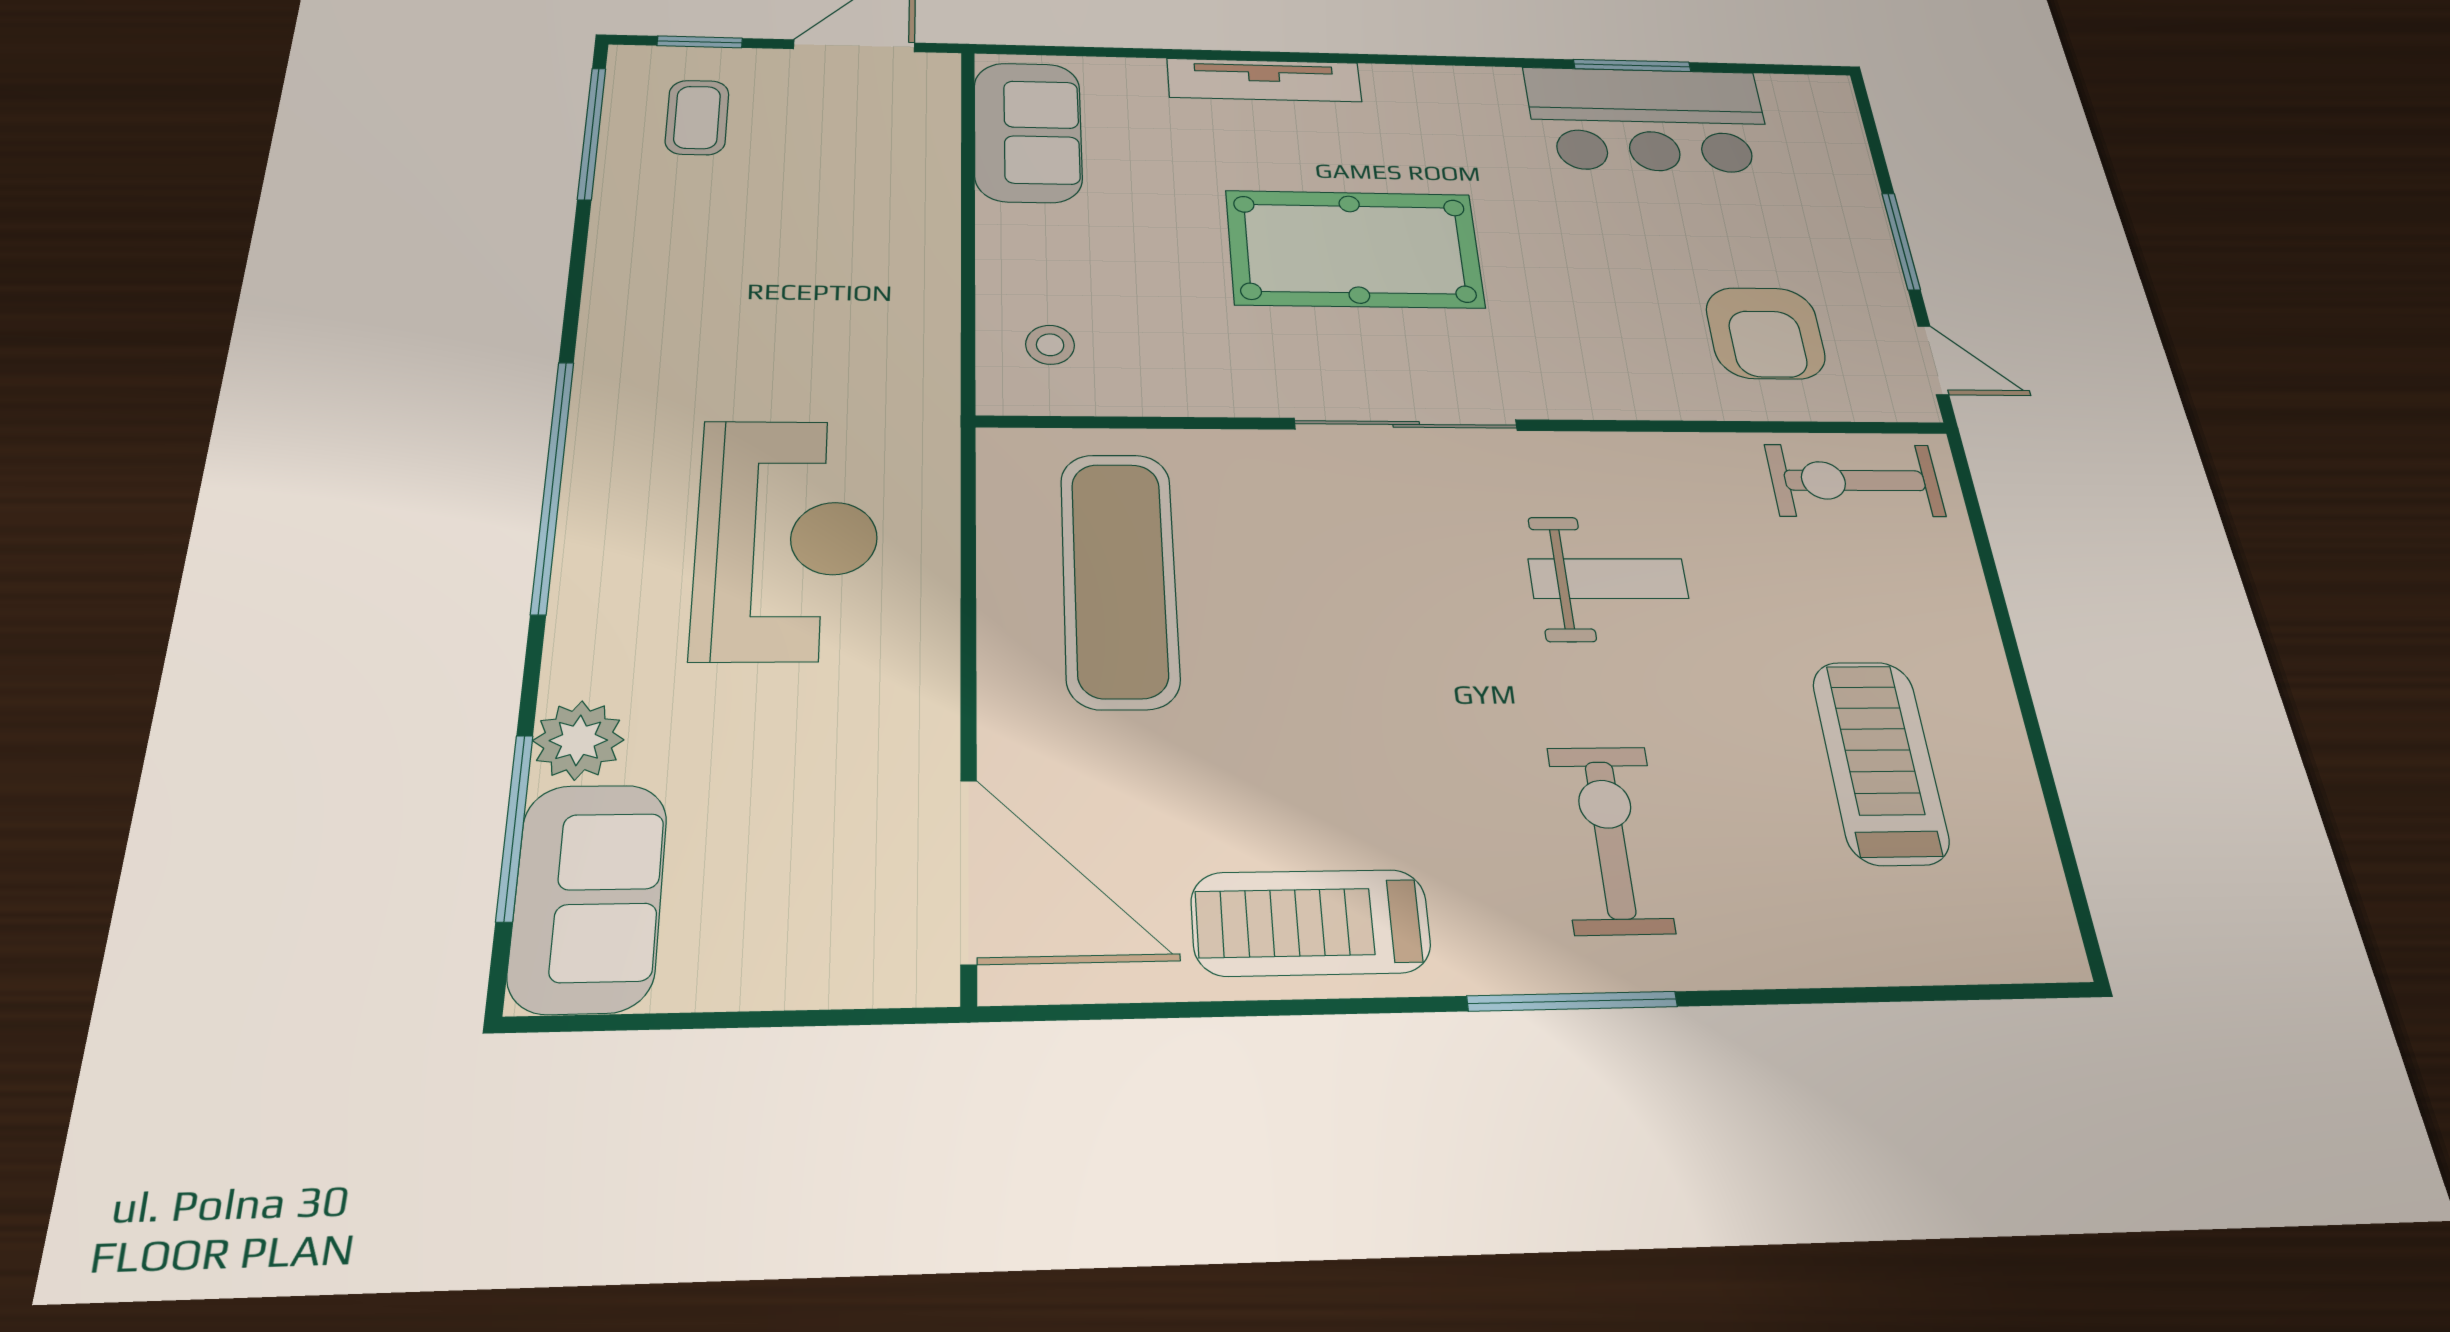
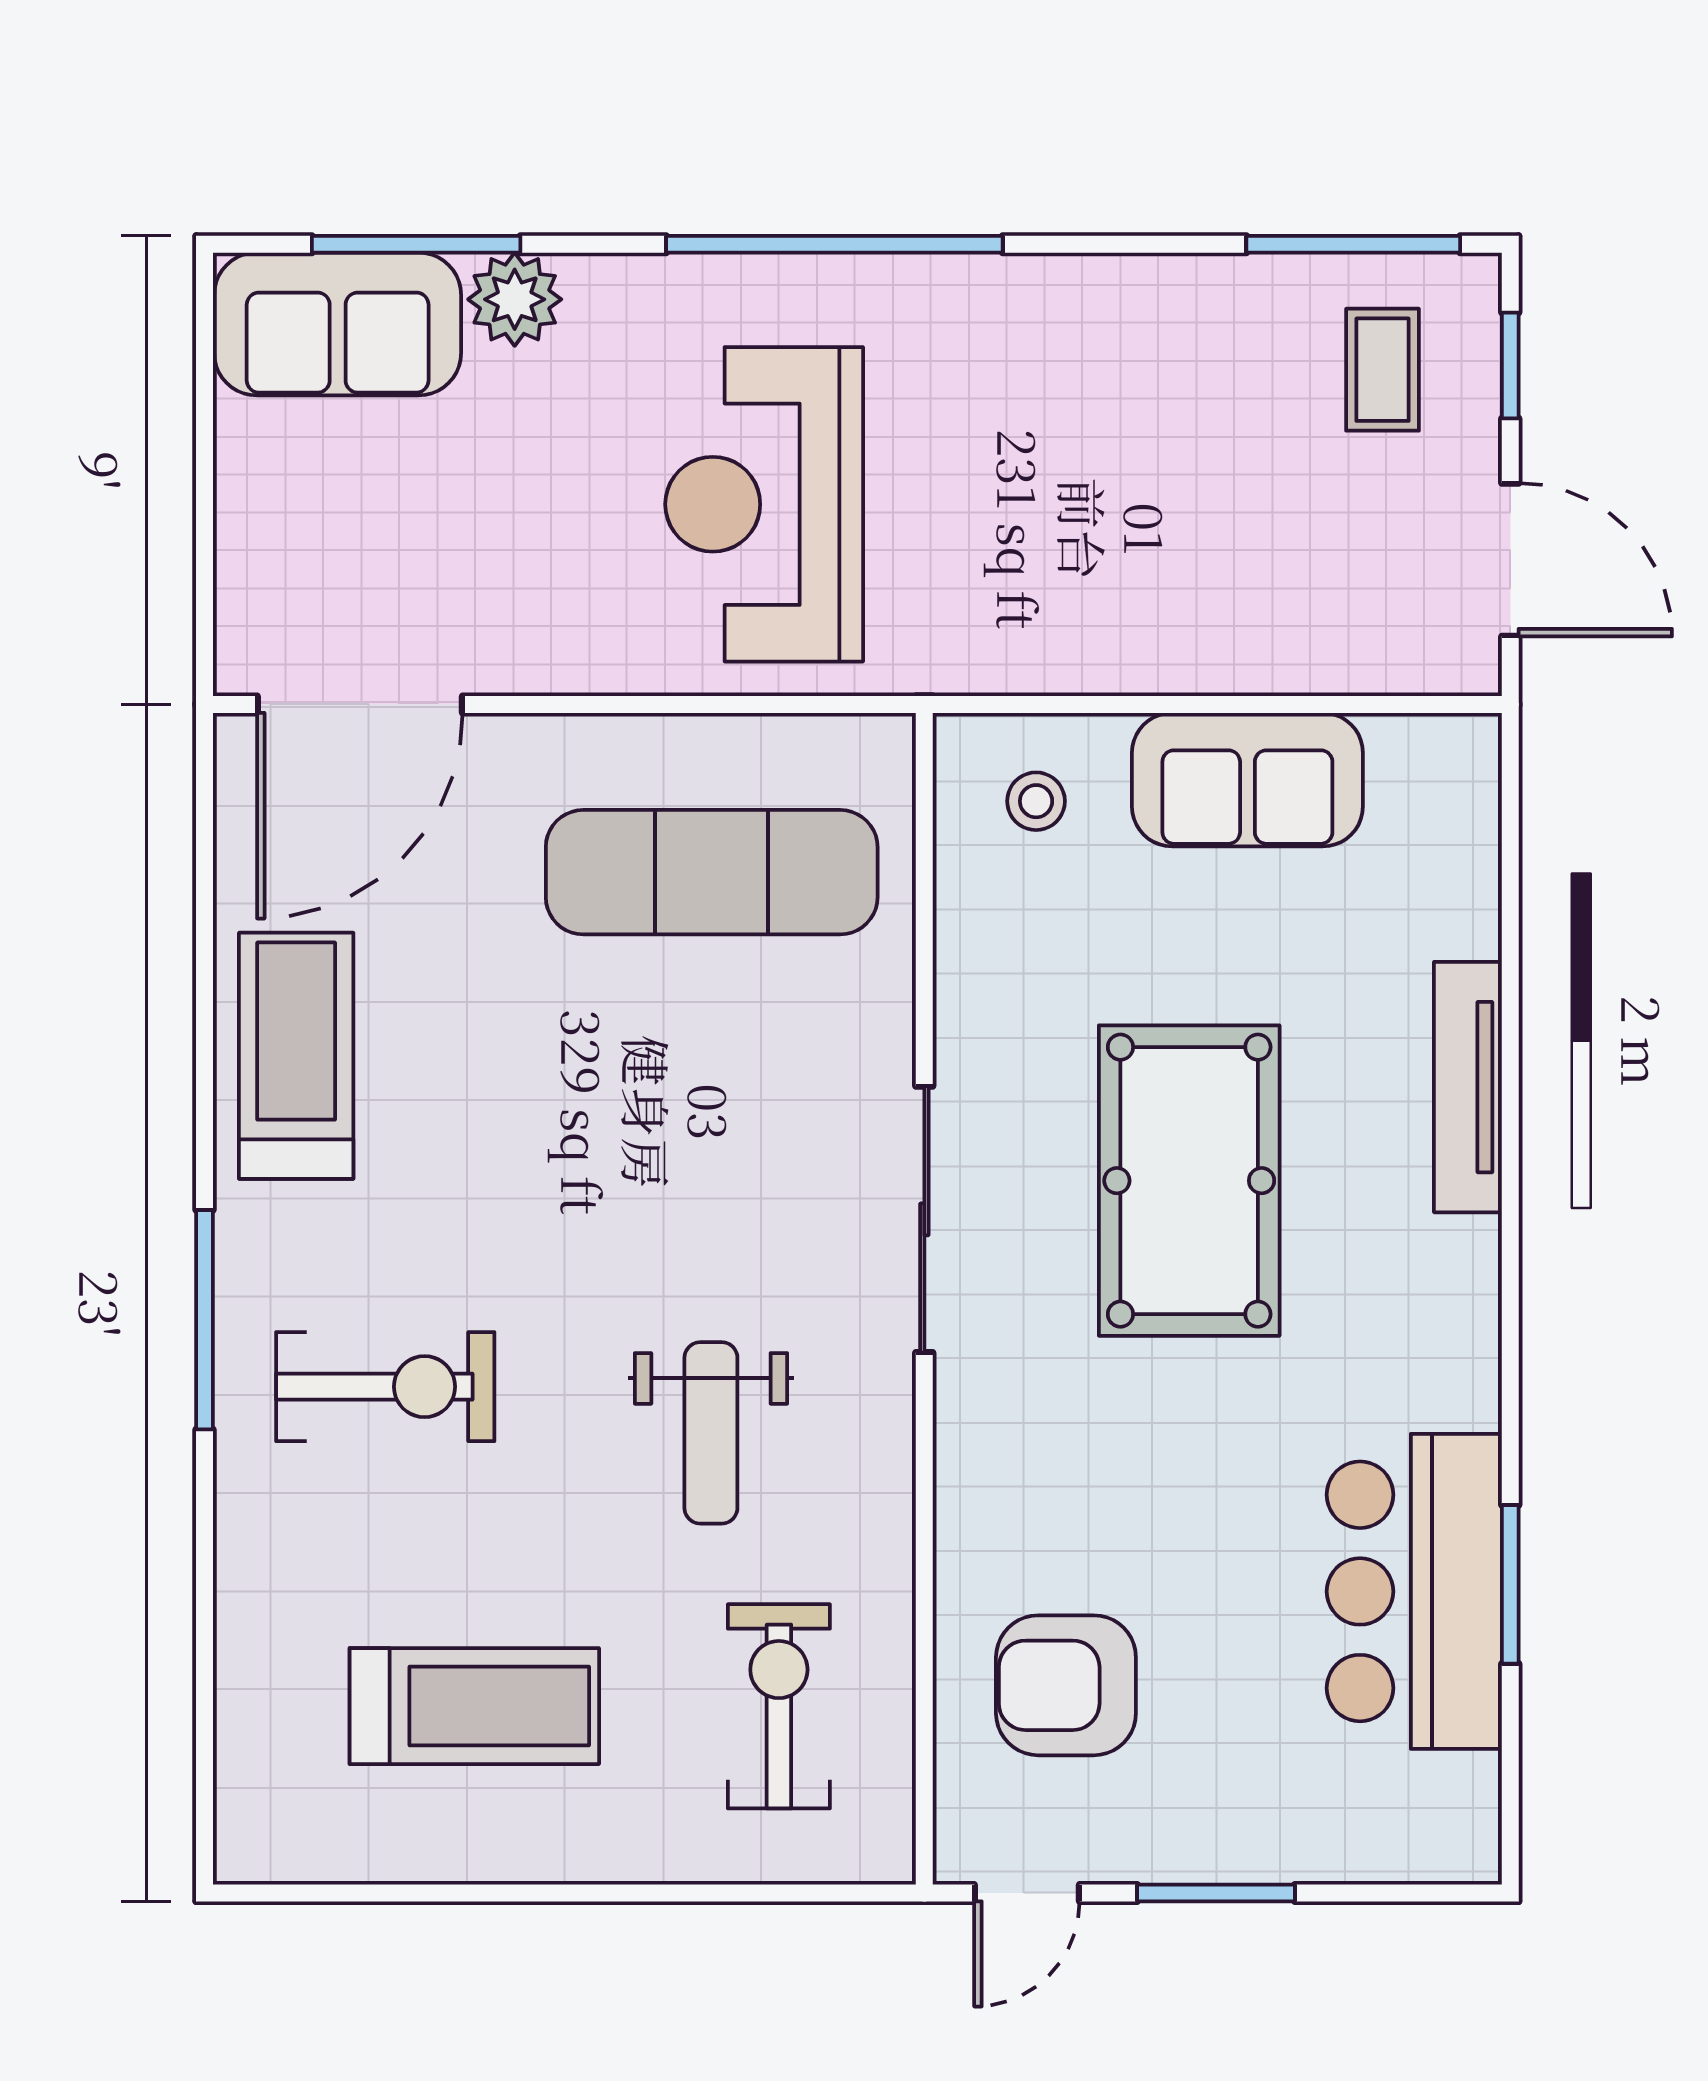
coffee table: (697, 117) -> (1383, 370), turned 90
sofa: (1028, 132) -> (1247, 780), moved
exercise bike: (1855, 480) -> (779, 1706), moved
reception desk: (787, 538) -> (764, 504), turned 90

